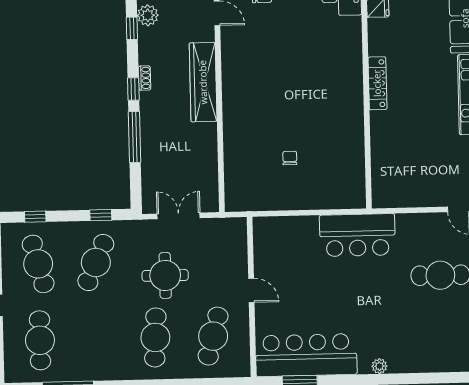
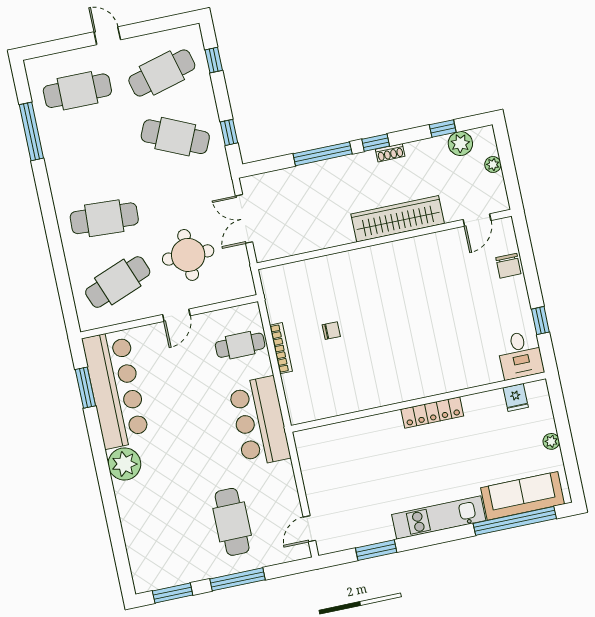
bookcase: (297, 205) -> (281, 348), added
double door: (178, 216) -> (244, 219), swing flipped
cafe table: (288, 240) -> (240, 345), added
round table: (165, 275) -> (188, 255), moved
cafe table: (213, 336) -> (118, 282), turned -36
plant: (379, 366) -> (124, 464), width x1.88, depth x1.88

